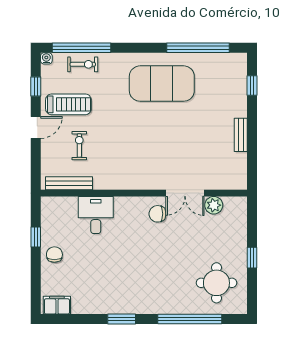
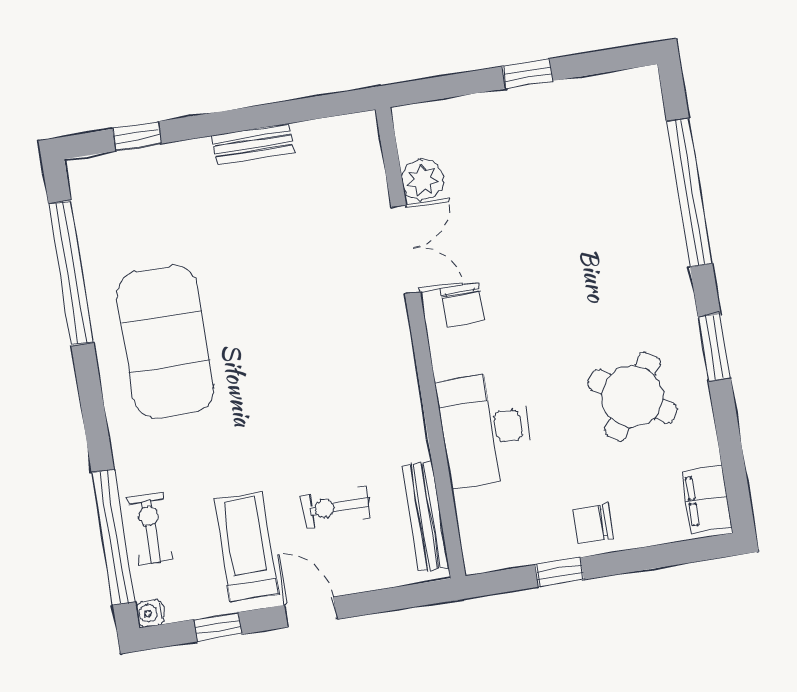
desk: (96, 215) -> (485, 429), width x1.37
round table: (216, 283) -> (633, 397), moved, turned 34

